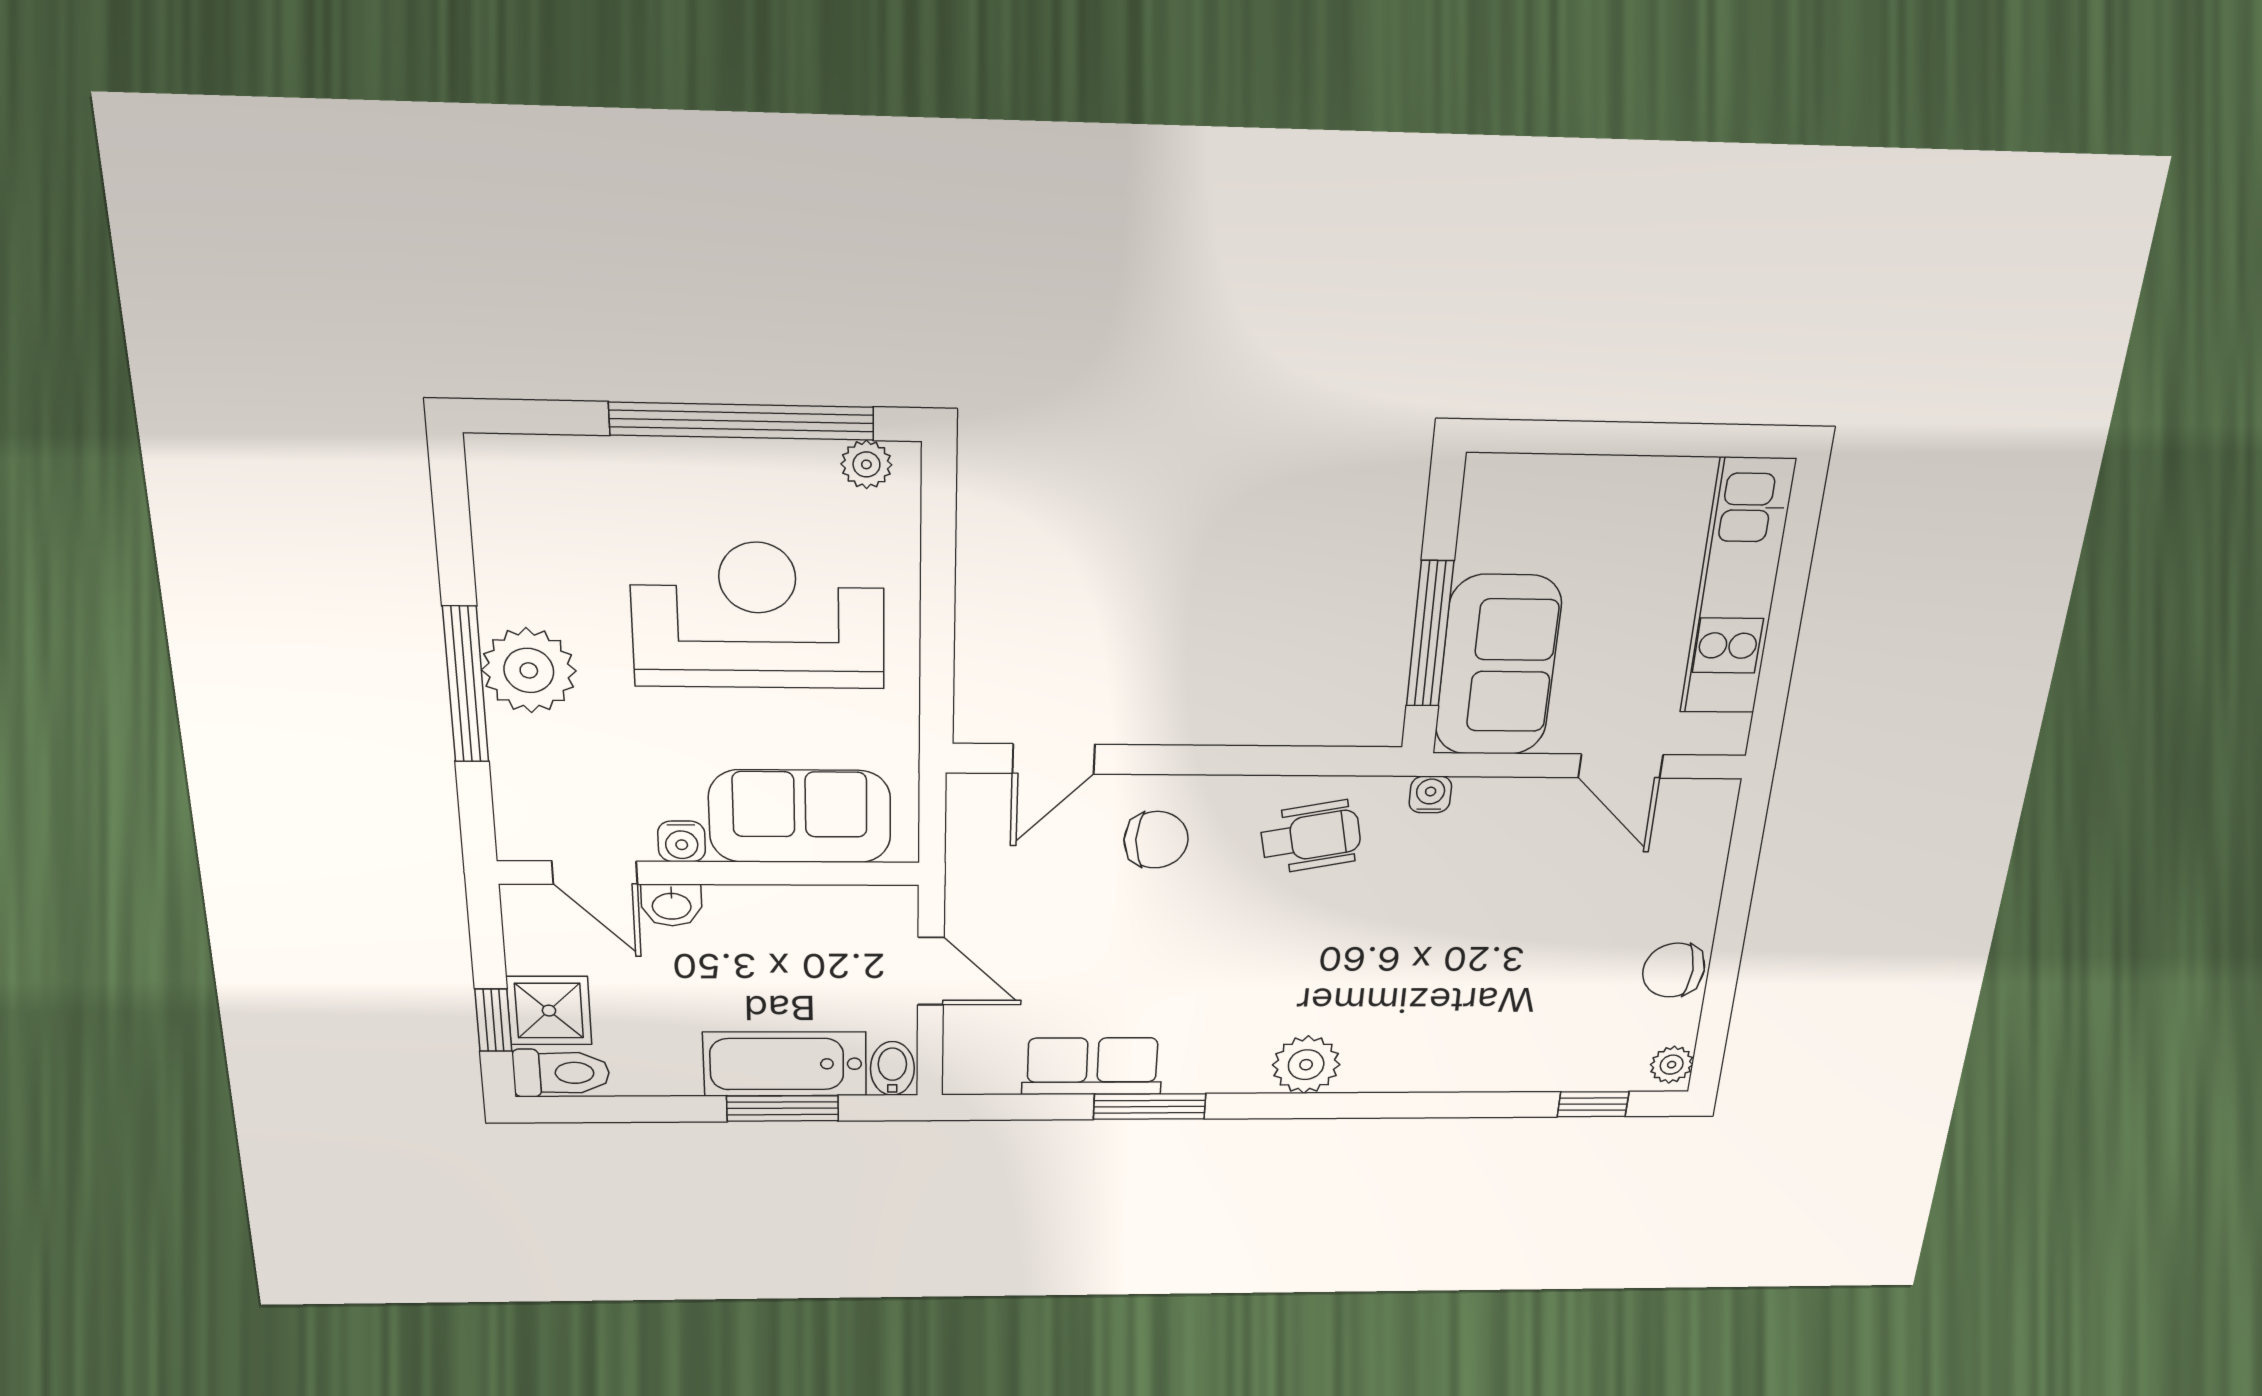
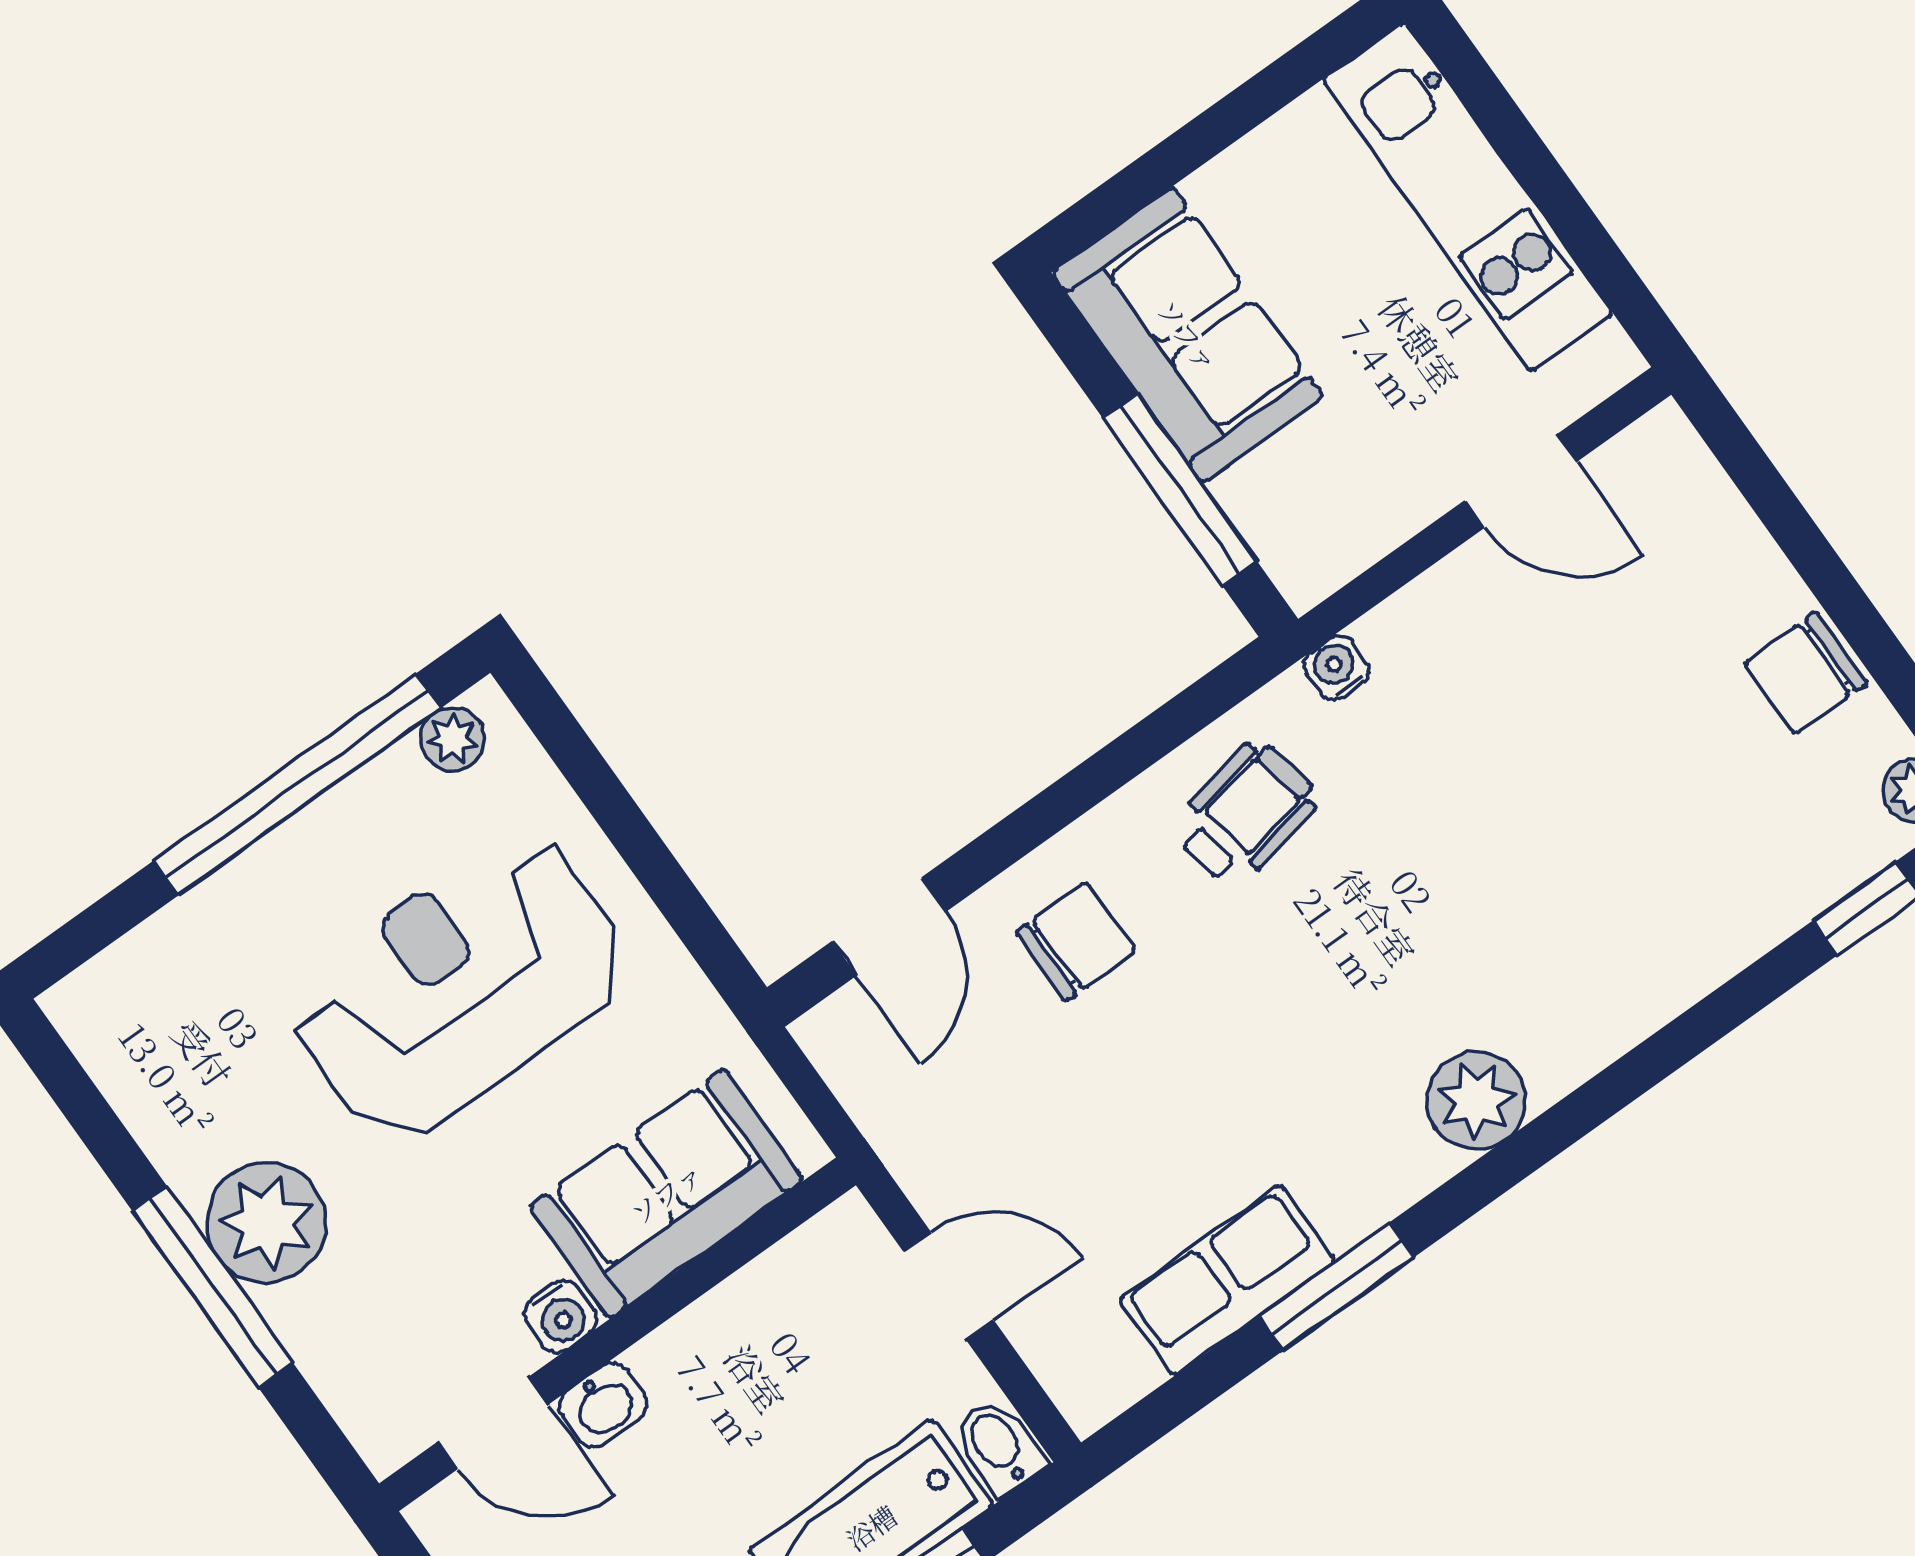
sofa: (1498, 666) -> (1188, 335), moved

